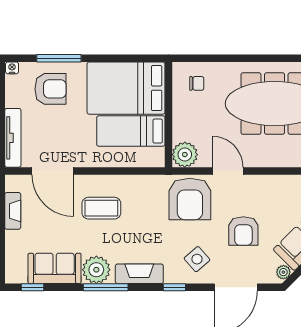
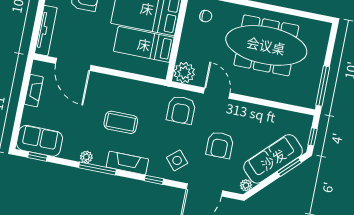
armchair: (190, 199) -> (181, 110), width x0.73, depth x0.73
coffee table: (101, 208) -> (121, 122), moved
sofa: (55, 268) -> (40, 141), moved
plant: (96, 270) -> (86, 157), width x0.53, depth x0.53

